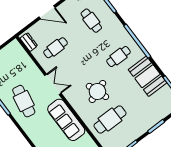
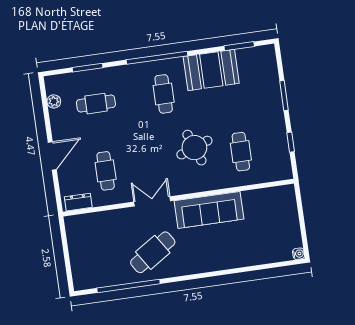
cafe table: (24, 101) -> (153, 252), turned -44
cafe table: (110, 120) -> (241, 152), width x0.73, depth x0.74

